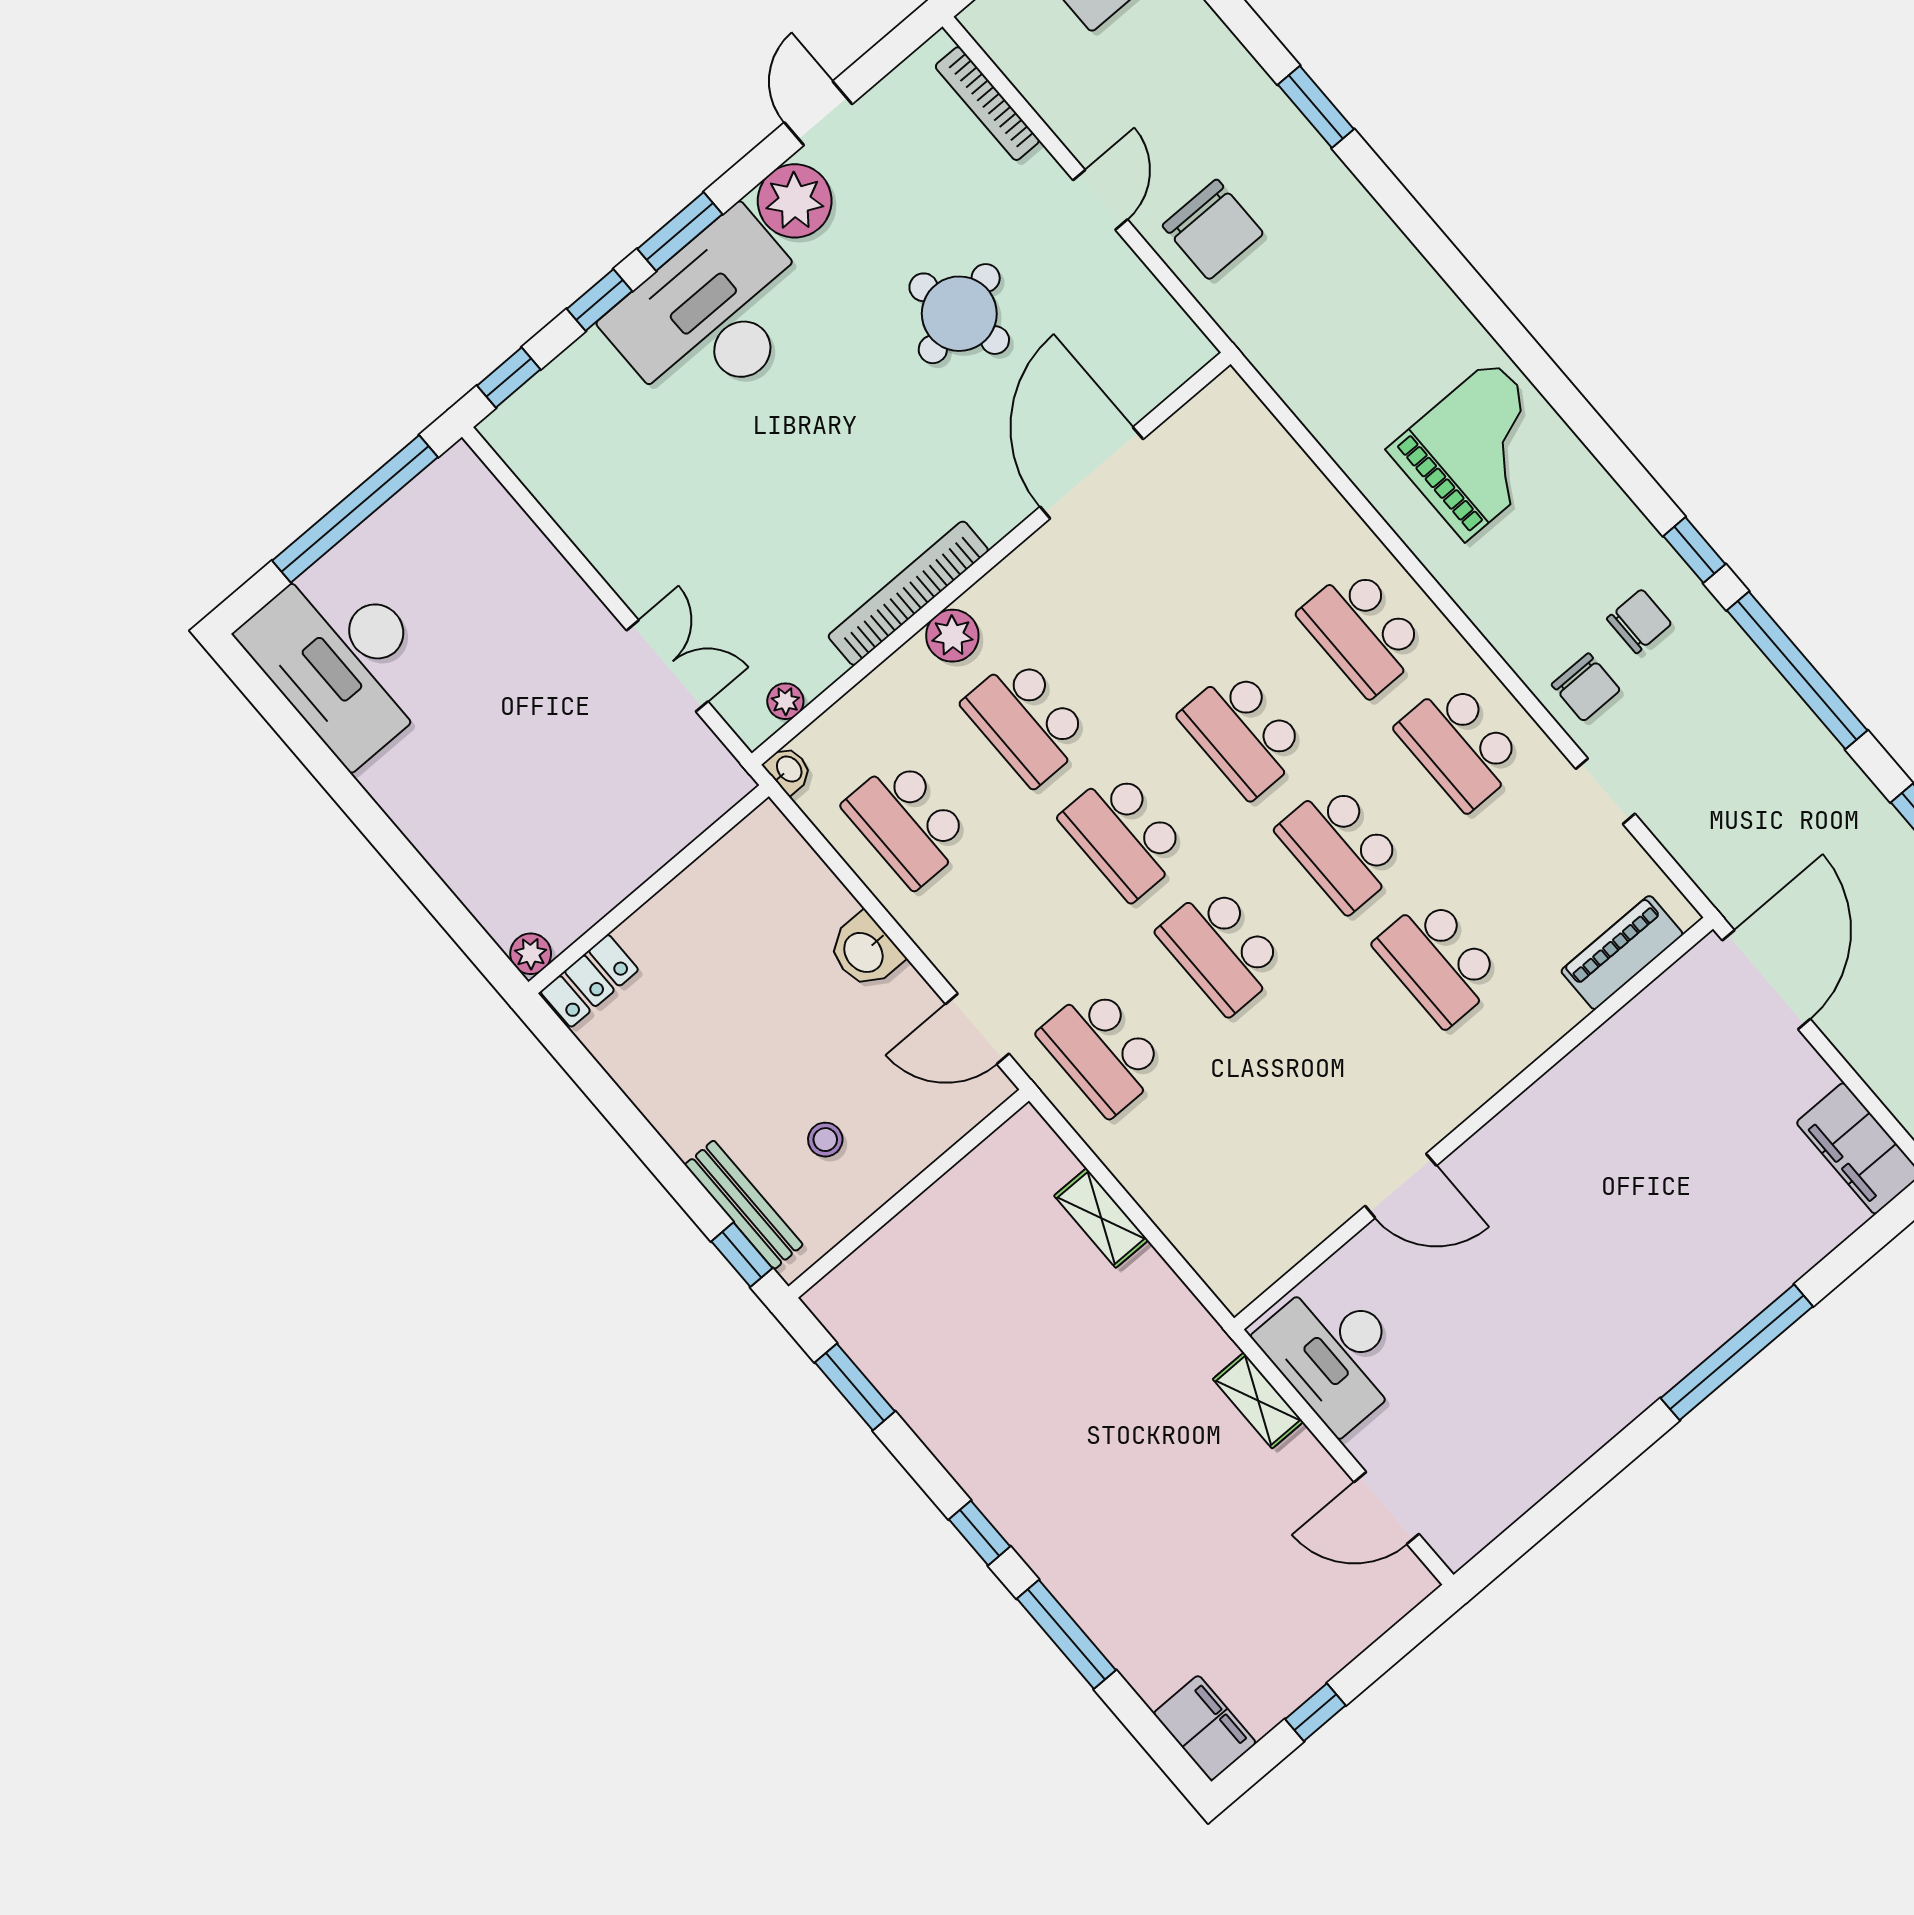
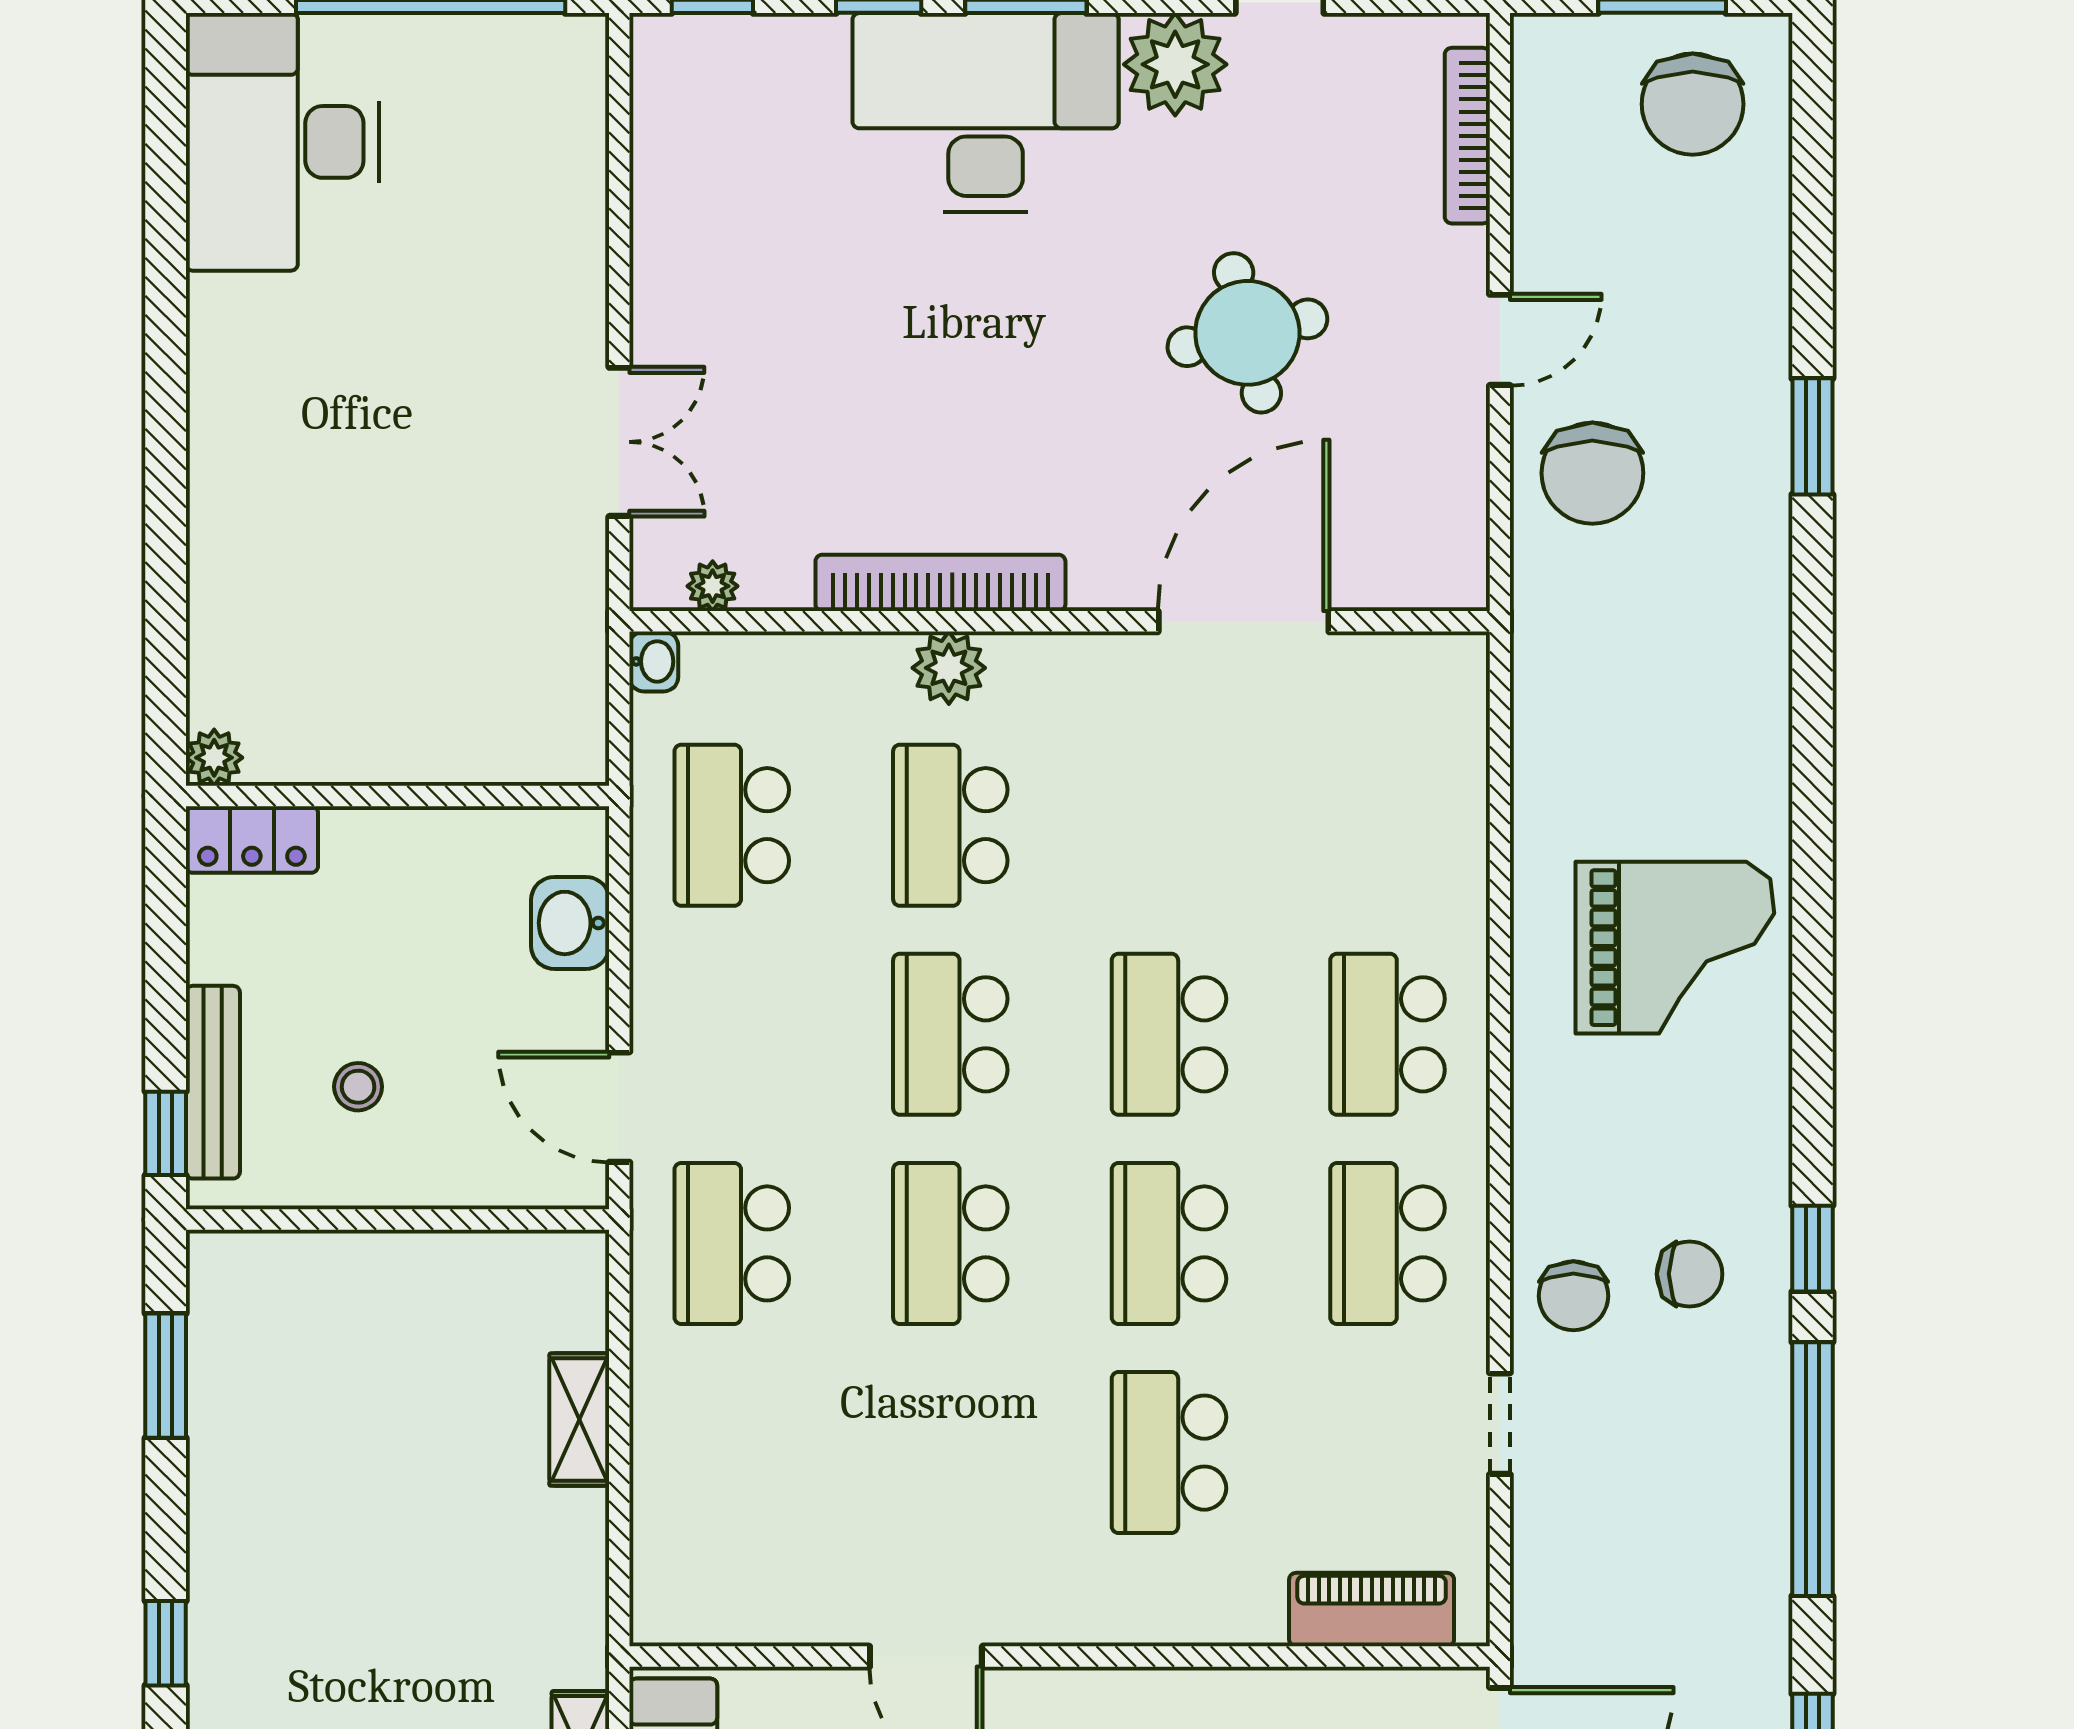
wall: (649, 889) -> (398, 796), moved
plant: (531, 954) -> (214, 758), moved
locker: (589, 981) -> (252, 840), moved

